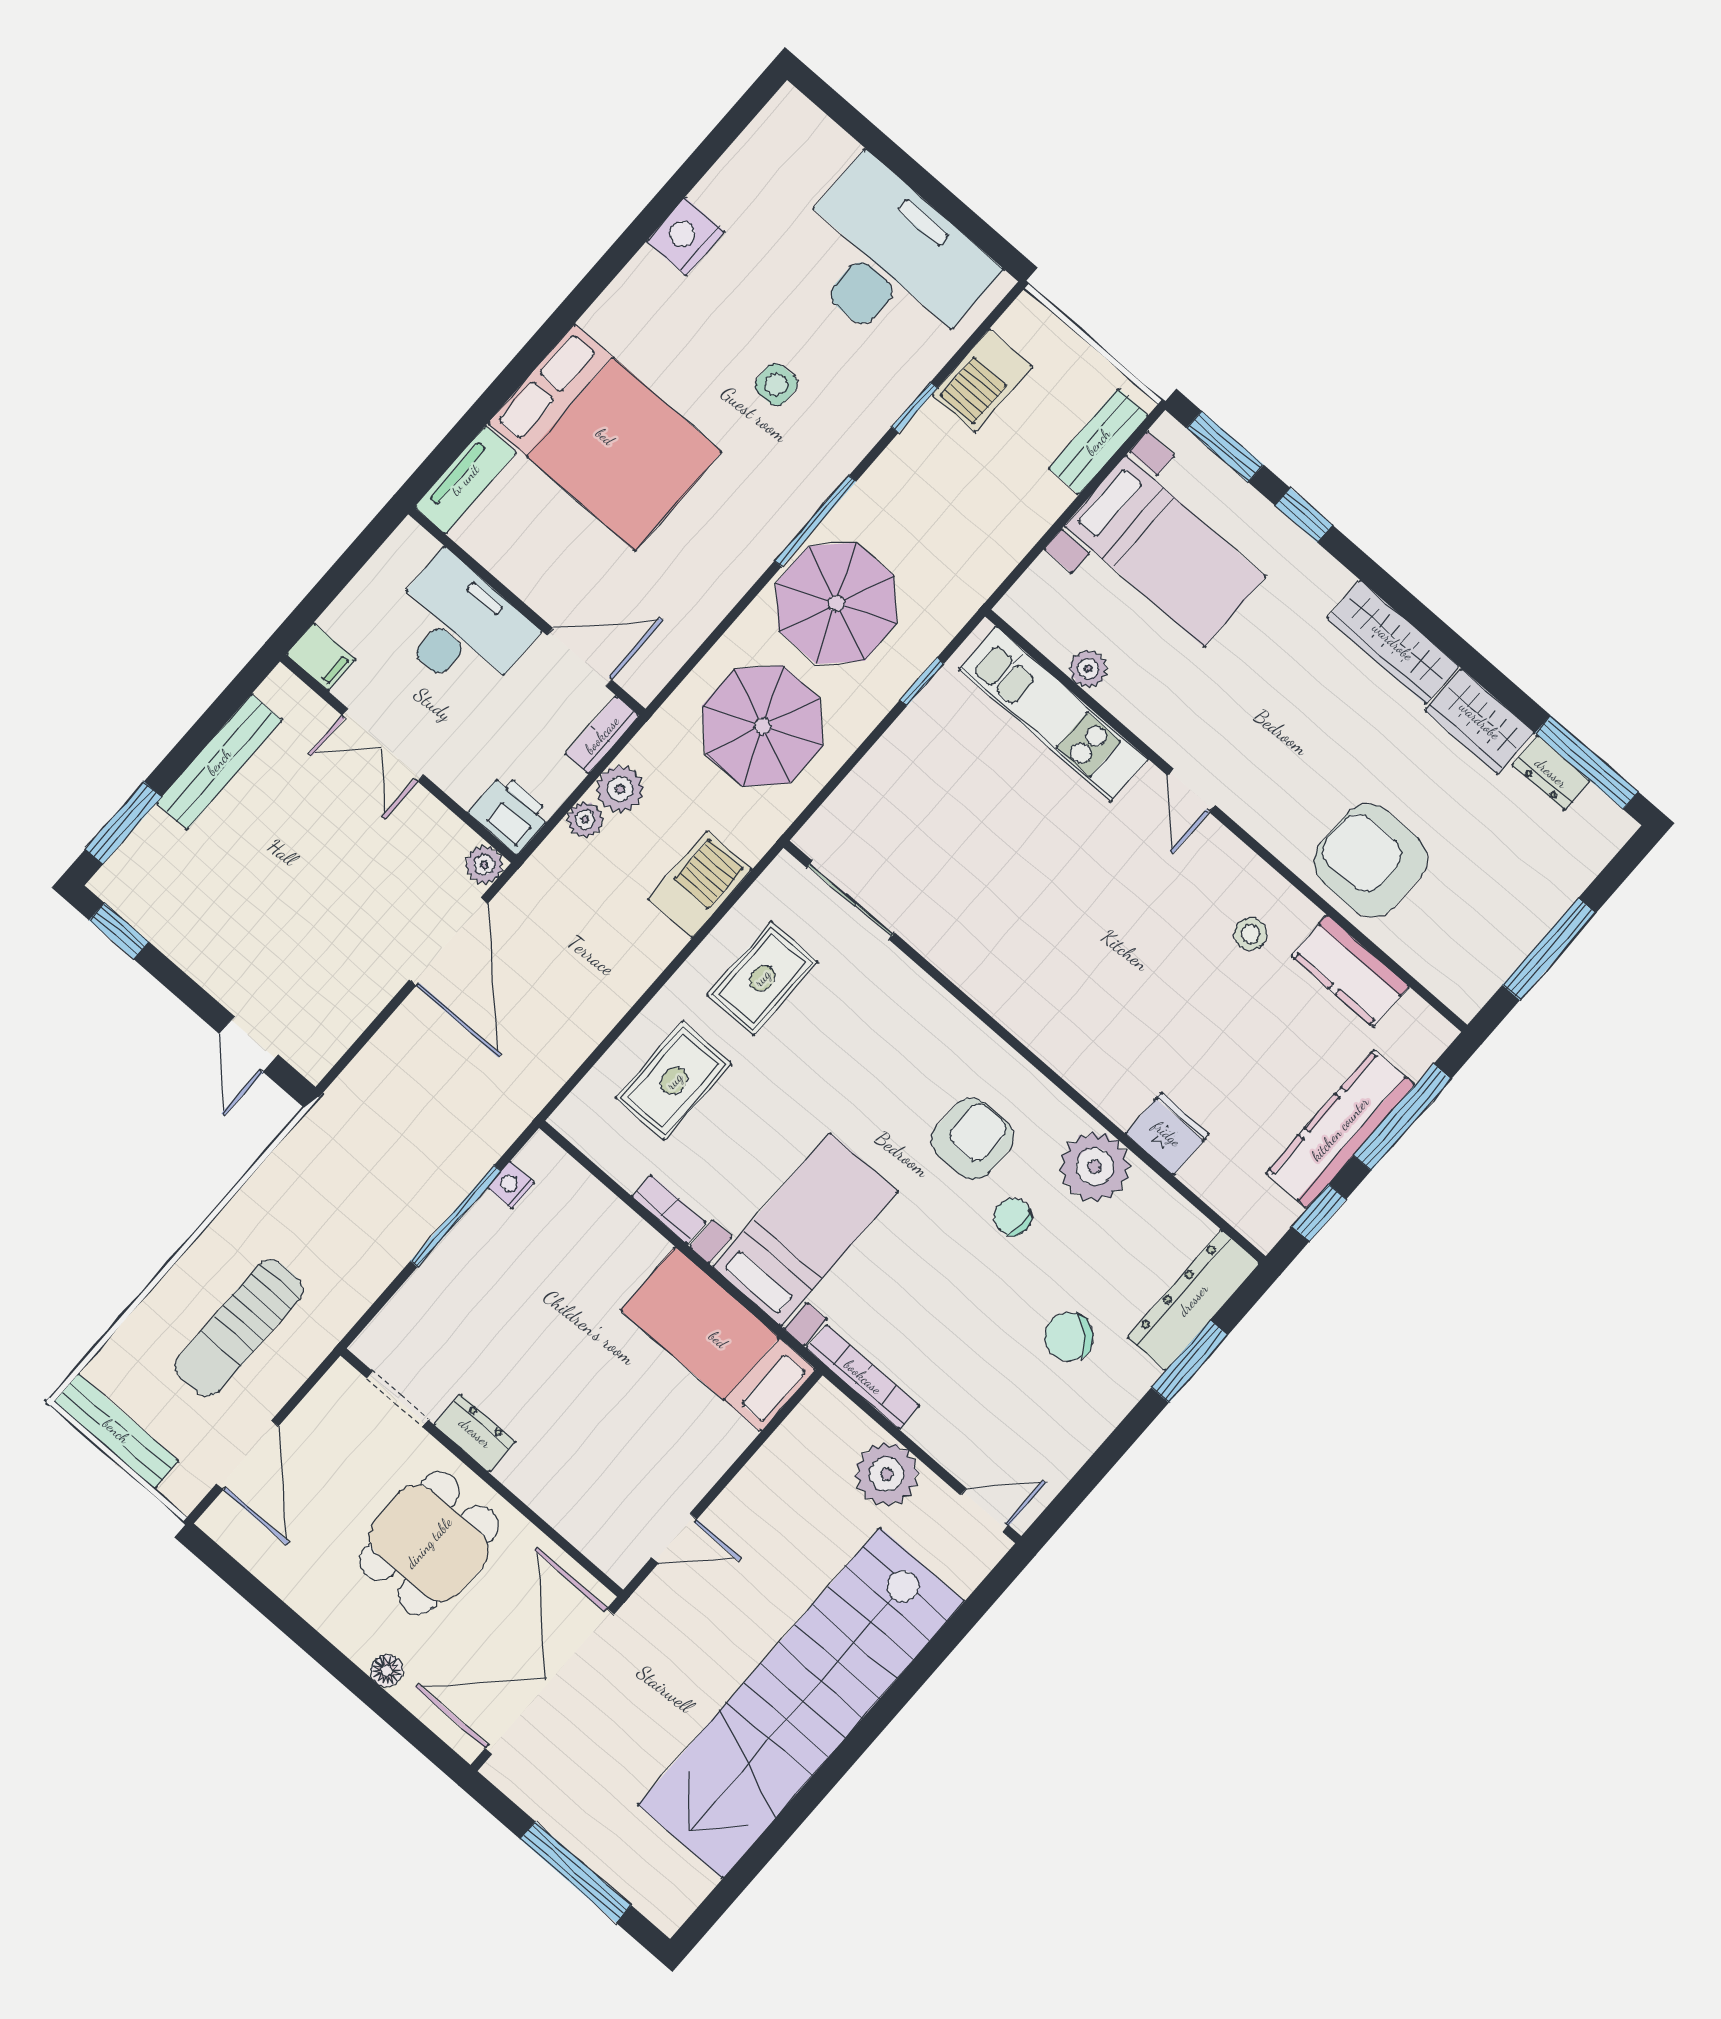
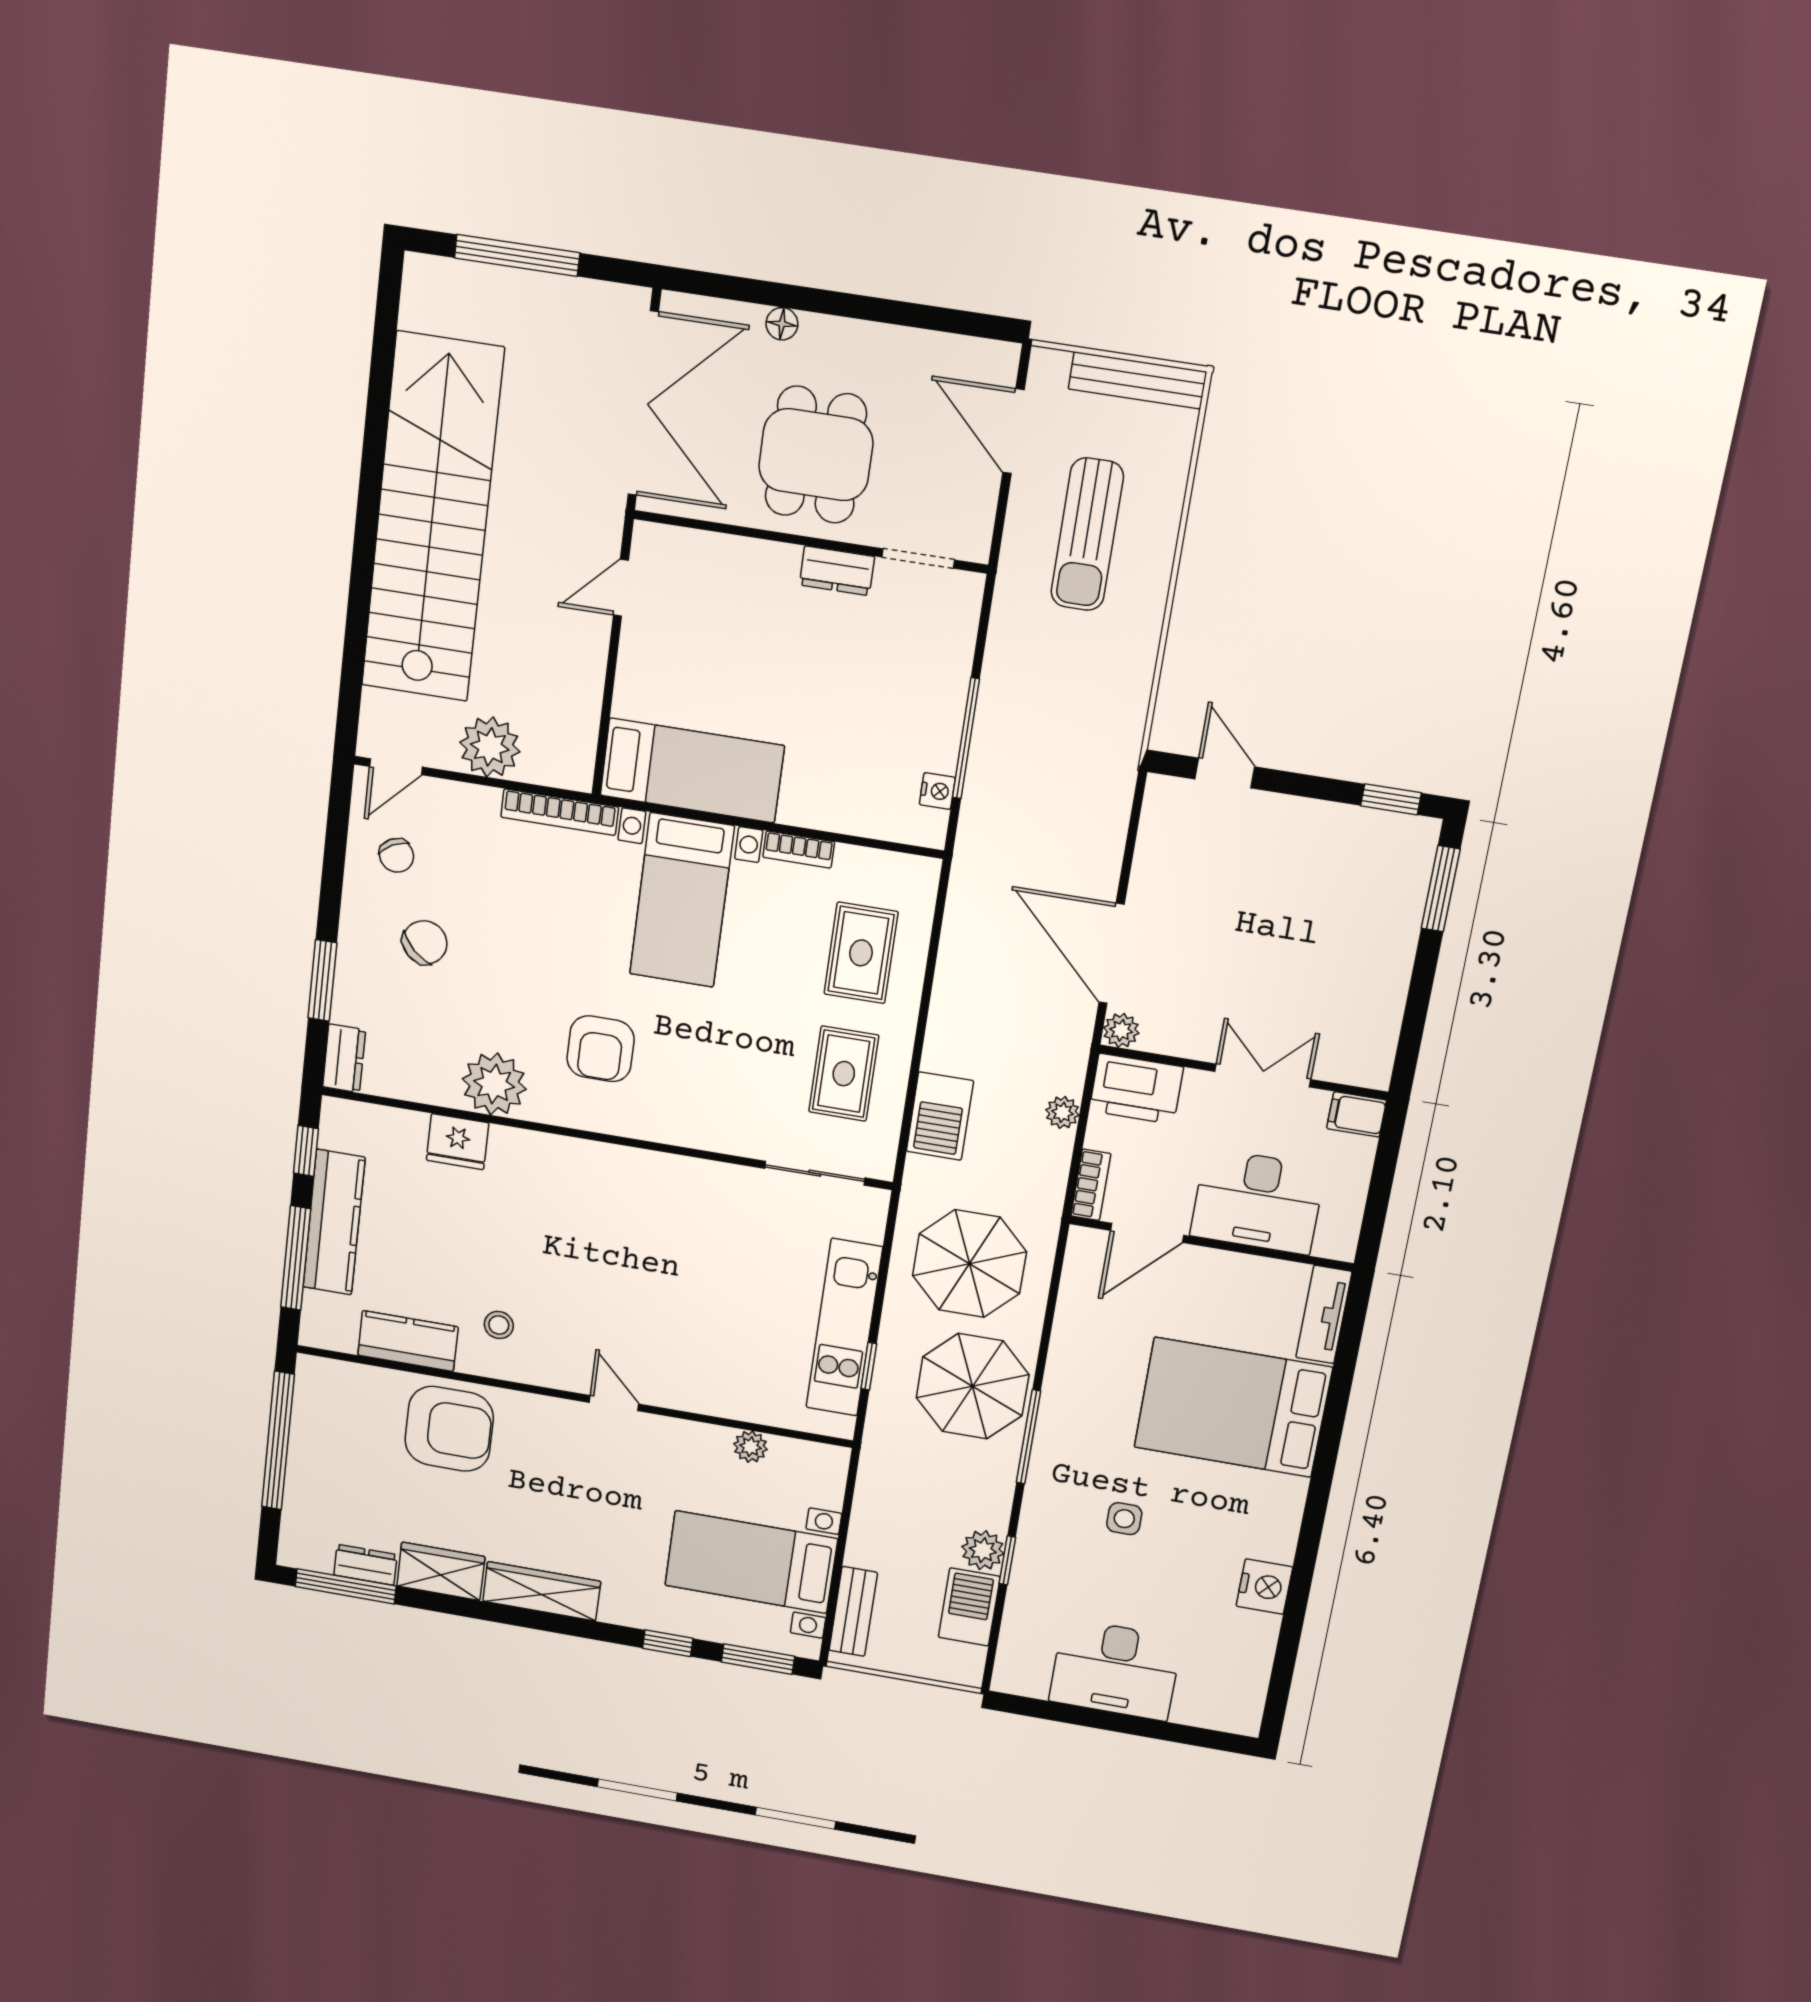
desk: (889, 261) -> (1115, 1670), width x0.73, depth x0.77
kitchen unit: (1053, 714) -> (844, 1327), moved, turned -90
bench: (219, 762) -> (1390, 984), removed
plant: (620, 789) -> (983, 1550), moved
printer: (510, 814) -> (1136, 1089), width x1.37, depth x1.19
window: (1549, 949) -> (278, 1441), width x1.46
chair: (1013, 1217) -> (396, 855), moved, turned 59
dresser: (1193, 1300) -> (344, 1058), width x0.51, depth x0.80
sun lounger: (239, 1328) -> (1087, 534), turned 180

